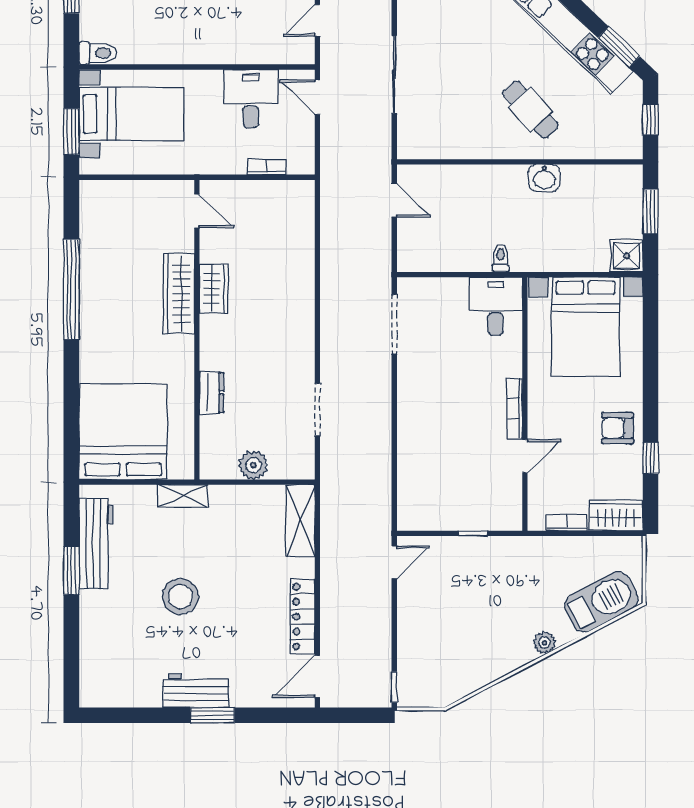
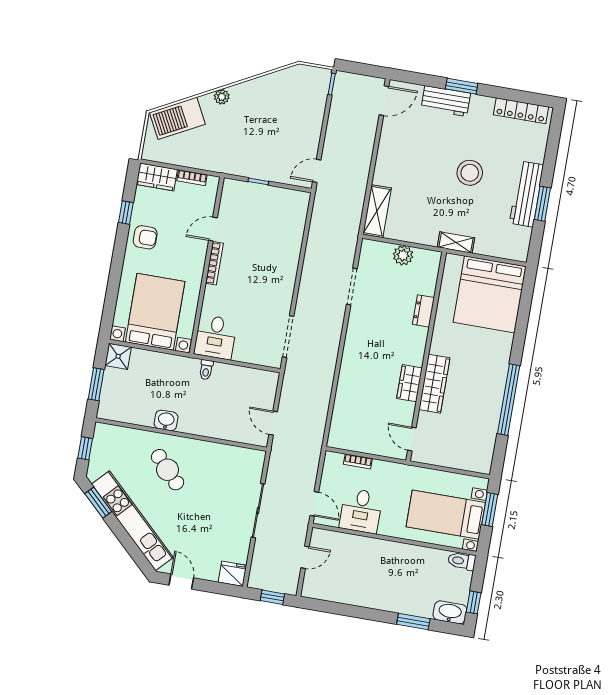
workbench: (96, 543) -> (527, 194), moved
locker: (302, 617) -> (521, 111), moved, turned 90
workbench: (196, 691) -> (446, 101), moved

